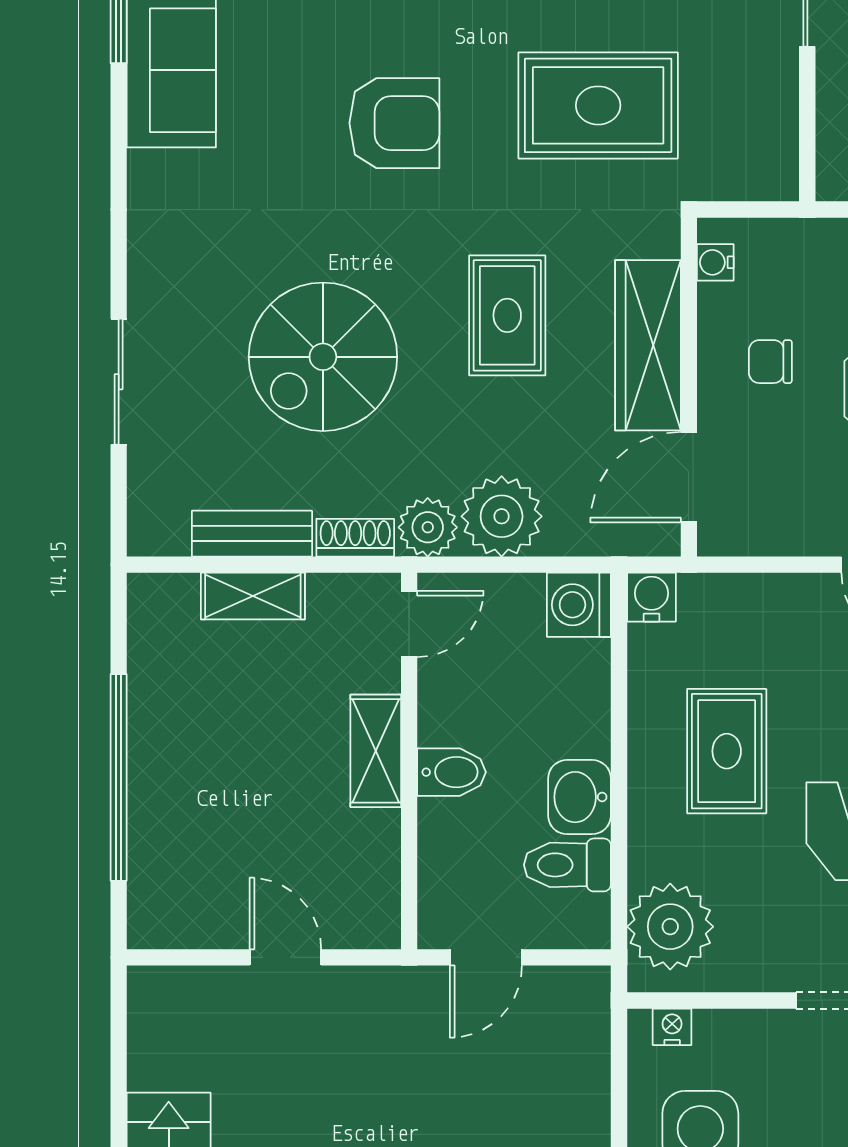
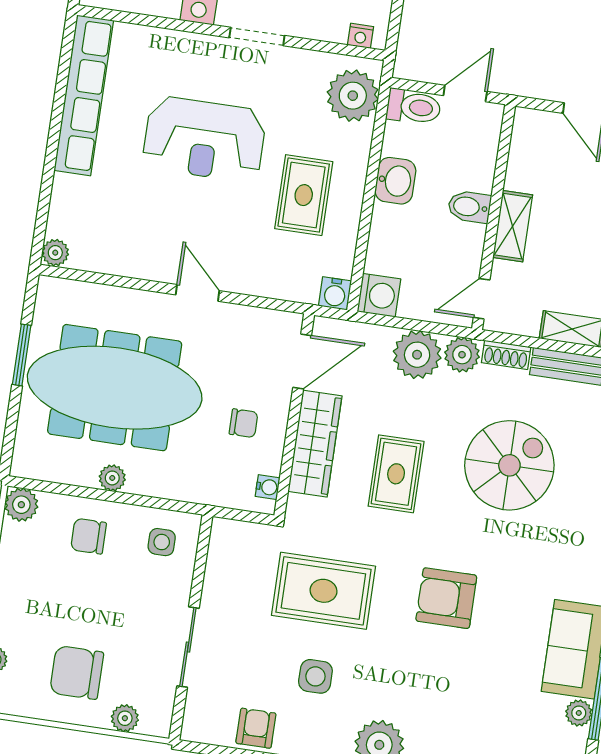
toilet: (567, 865) -> (414, 107), moved

